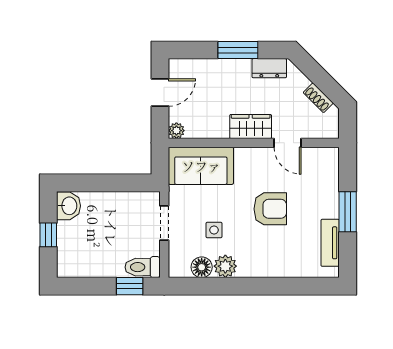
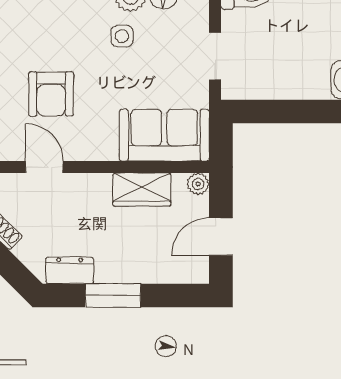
wardrobe: (251, 126) -> (142, 190), moved
armchair: (270, 209) -> (51, 94), moved, turned -90
side table: (214, 230) -> (122, 36), moved

